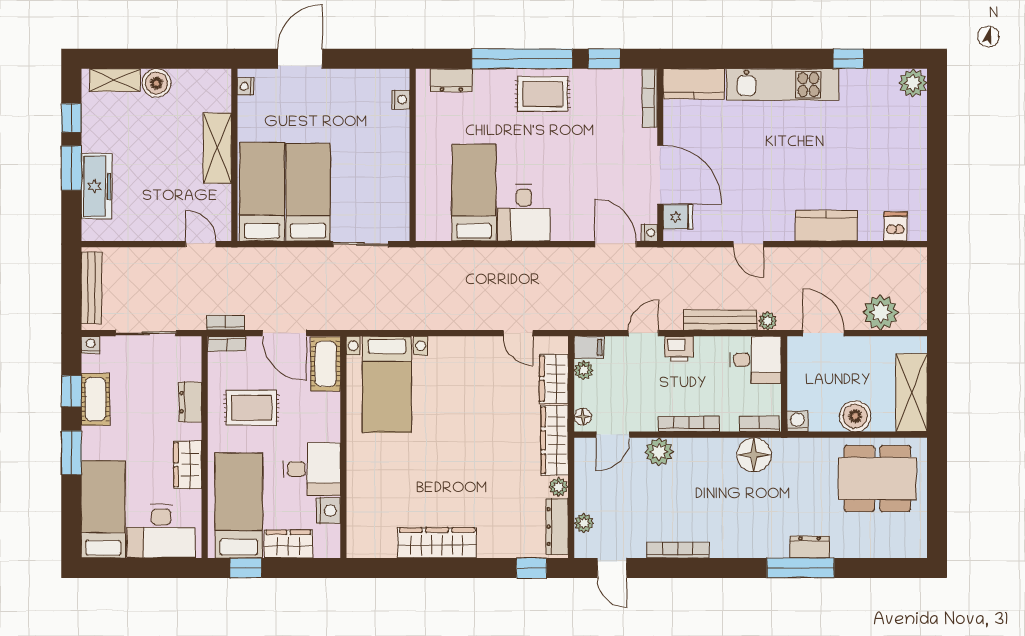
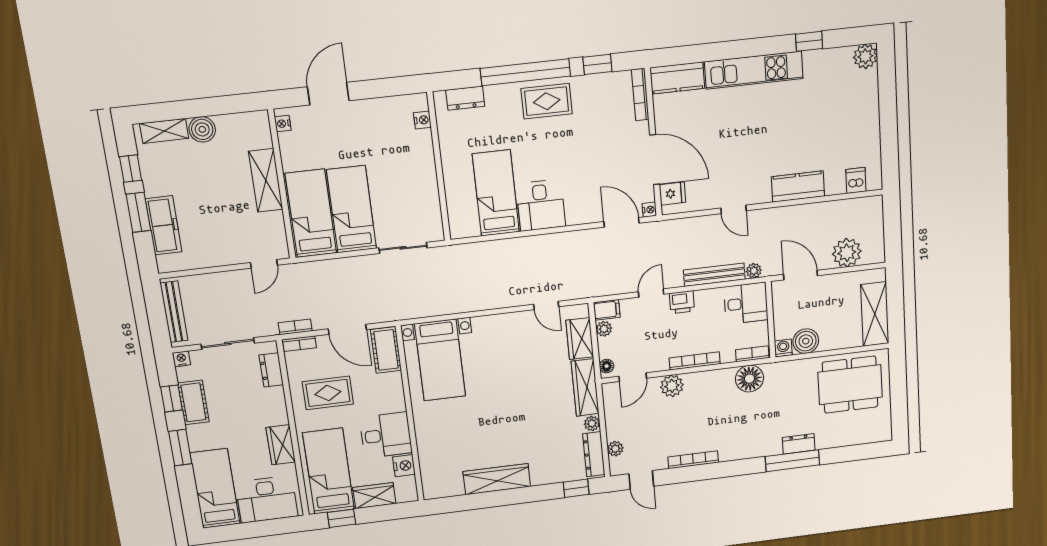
door: (201, 244) -> (264, 264), swing flipped
dresser: (190, 402) -> (271, 370), moved
boiler: (855, 416) -> (806, 341), moved

